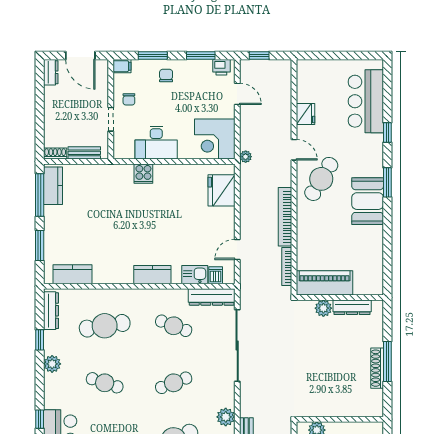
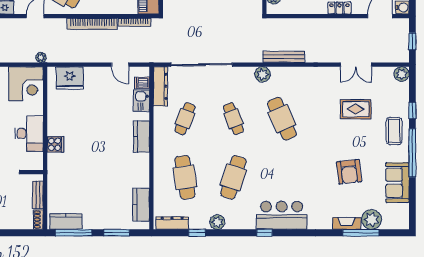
cafe table: (105, 383) -> (233, 177), width x1.37, depth x1.35

